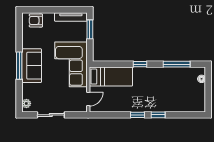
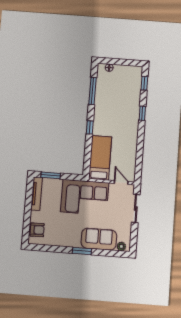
armchair: (36, 20) -> (37, 230), turned -91
window: (19, 66) -> (82, 251), width x0.69
sofa: (32, 66) -> (99, 239), moved
sliding door: (51, 115) -> (136, 208), moved
window: (138, 115) -> (144, 83), moved

